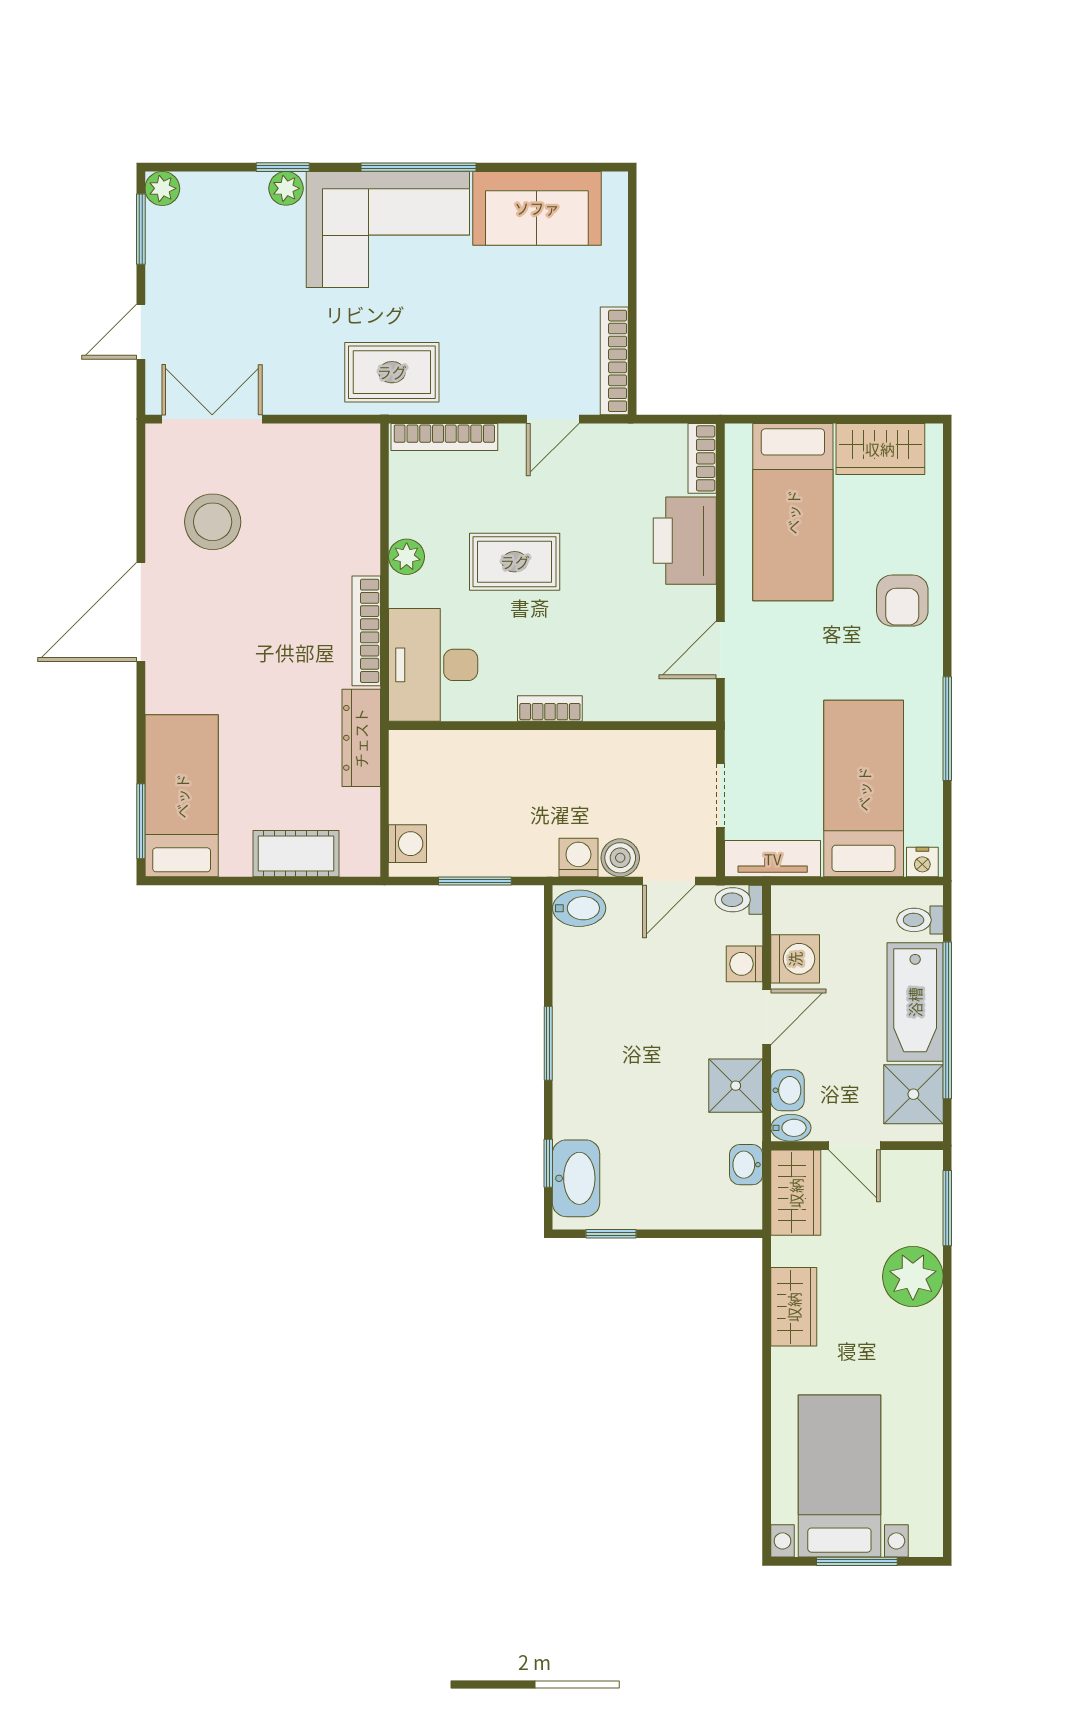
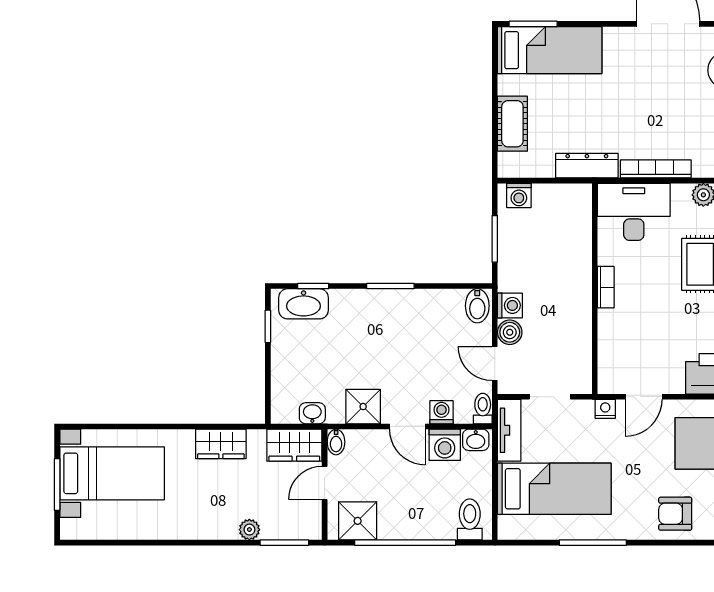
door: (720, 650) -> (644, 397), swing flipped
nightstand: (922, 862) -> (605, 409), moved, turned 90
toilet: (920, 920) -> (470, 519), width x1.37, depth x1.39
bathtub: (915, 1002) -> (417, 522), removed
washbasin: (787, 1090) -> (476, 440), moved
plant: (913, 1277) -> (249, 530), width x0.53, depth x0.53

